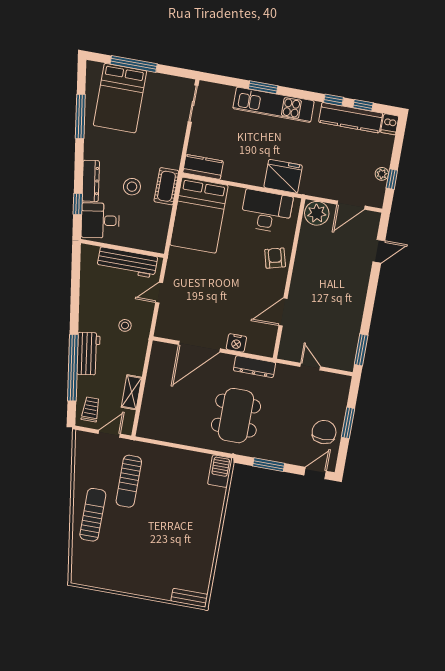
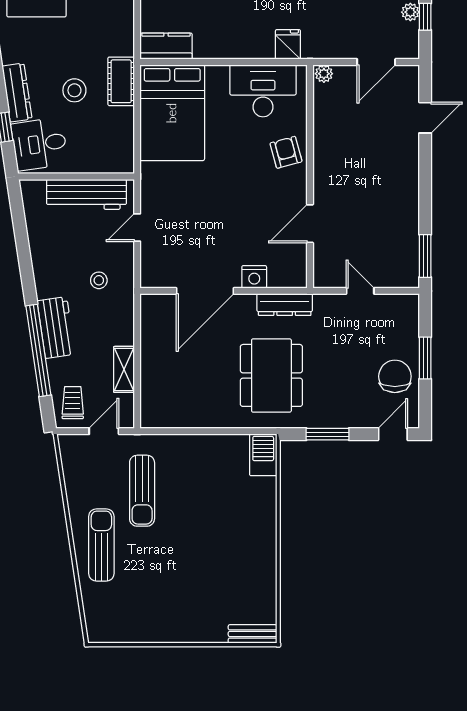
fridge: (283, 176) -> (288, 44), width x0.53, depth x0.75
plant: (317, 213) -> (324, 74), width x0.53, depth x0.53

